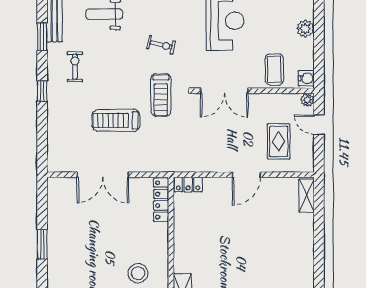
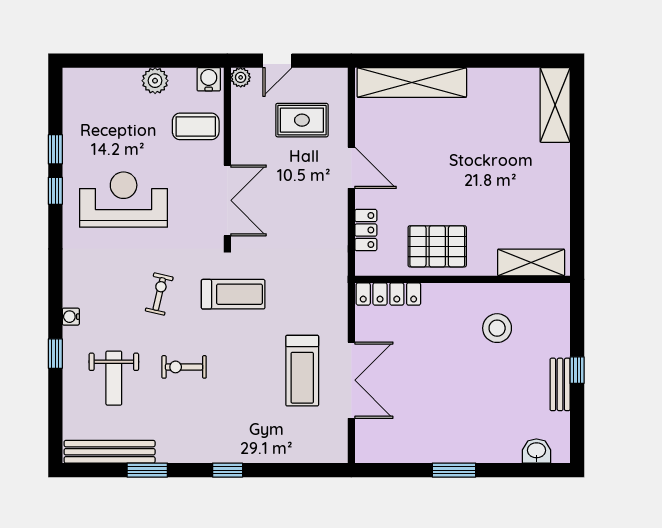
plant: (305, 29) -> (155, 81), moved
exercise bike: (75, 67) -> (184, 367), moved
treadmill: (116, 120) -> (302, 371), moved
locker: (188, 184) -> (366, 230), moved
shelving: (307, 195) -> (412, 83), width x2.20, depth x1.33
pallet: (193, 233) -> (437, 246), added

